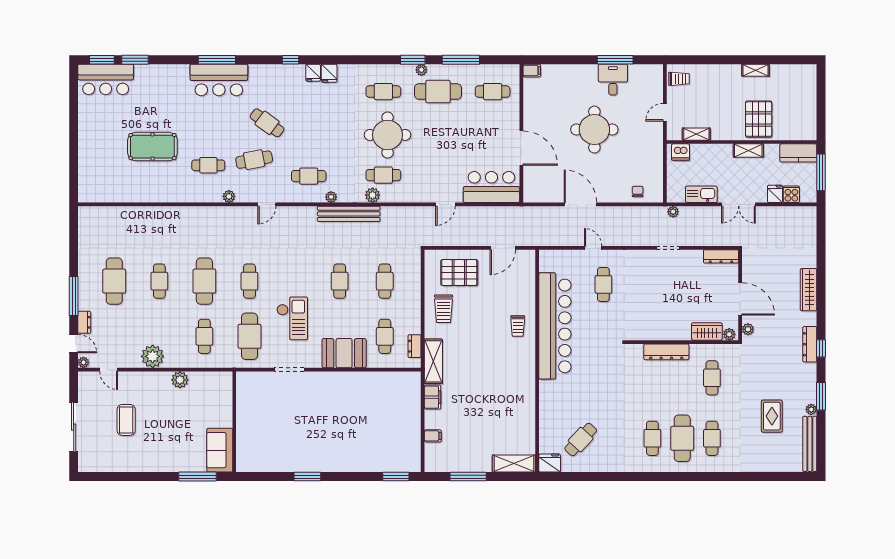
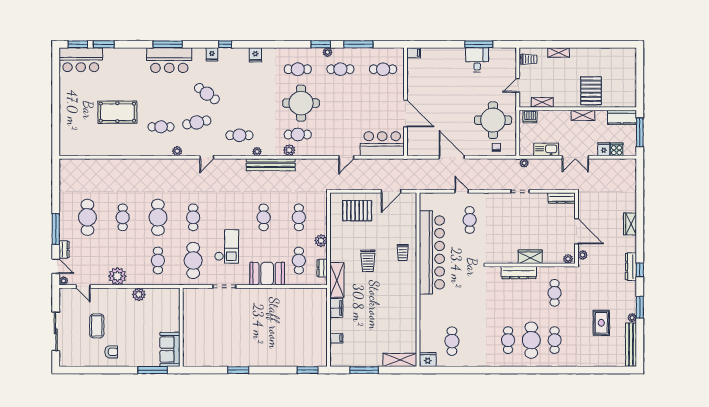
shelving: (755, 70) -> (559, 53), moved
fridge: (313, 73) -> (212, 54), moved
cafe table: (438, 92) -> (340, 69), width x0.73, depth x0.74
round table: (594, 130) -> (493, 120), moved
wardrobe: (809, 290) -> (630, 224), width x0.67
trolley: (443, 309) -> (368, 261), moved
plant: (413, 311) -> (321, 241), added
wardrobe: (707, 332) -> (530, 257), moved
cafe table: (581, 440) -> (452, 341), turned -43
armchair: (145, 453) -> (111, 352), added

